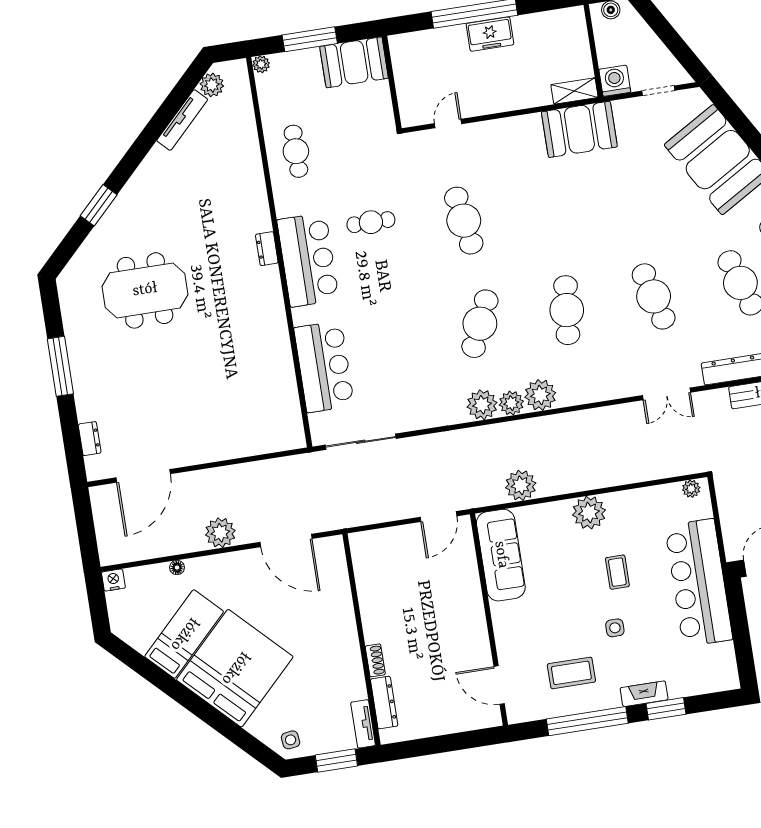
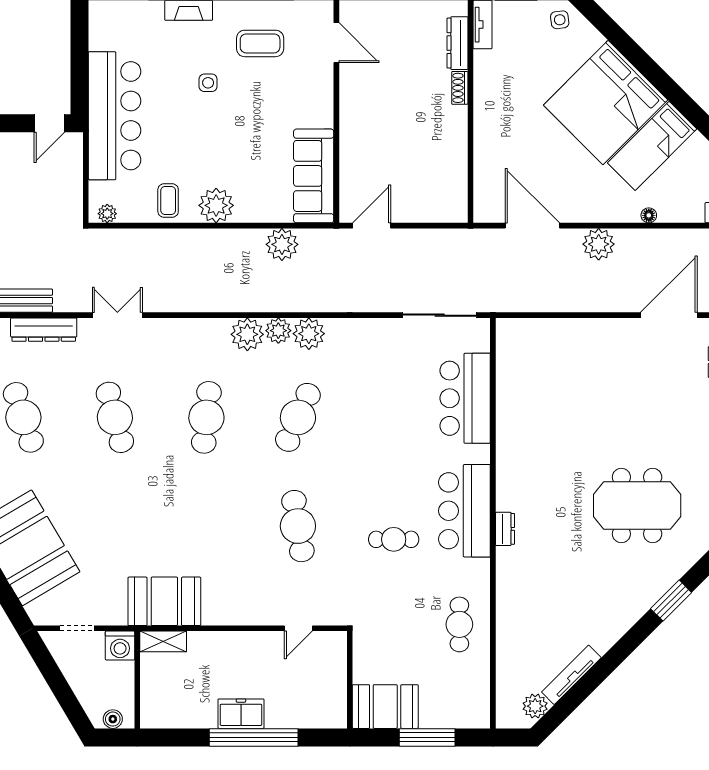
plant: (261, 64) -> (481, 719), removed
coffee table: (617, 572) -> (168, 200), moved

